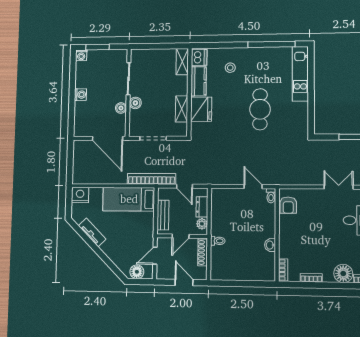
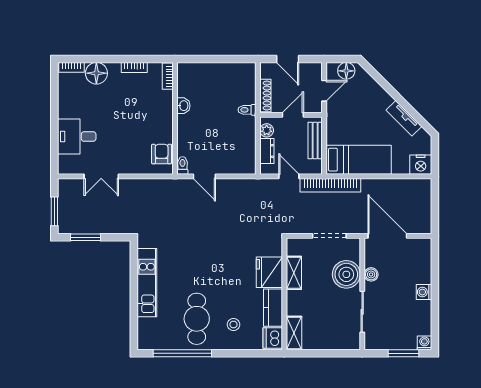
kitchen unit: (300, 74) -> (147, 283), moved
boiler: (135, 103) -> (346, 274), width x1.86, depth x1.86
cafe table: (260, 109) -> (197, 319), moved

